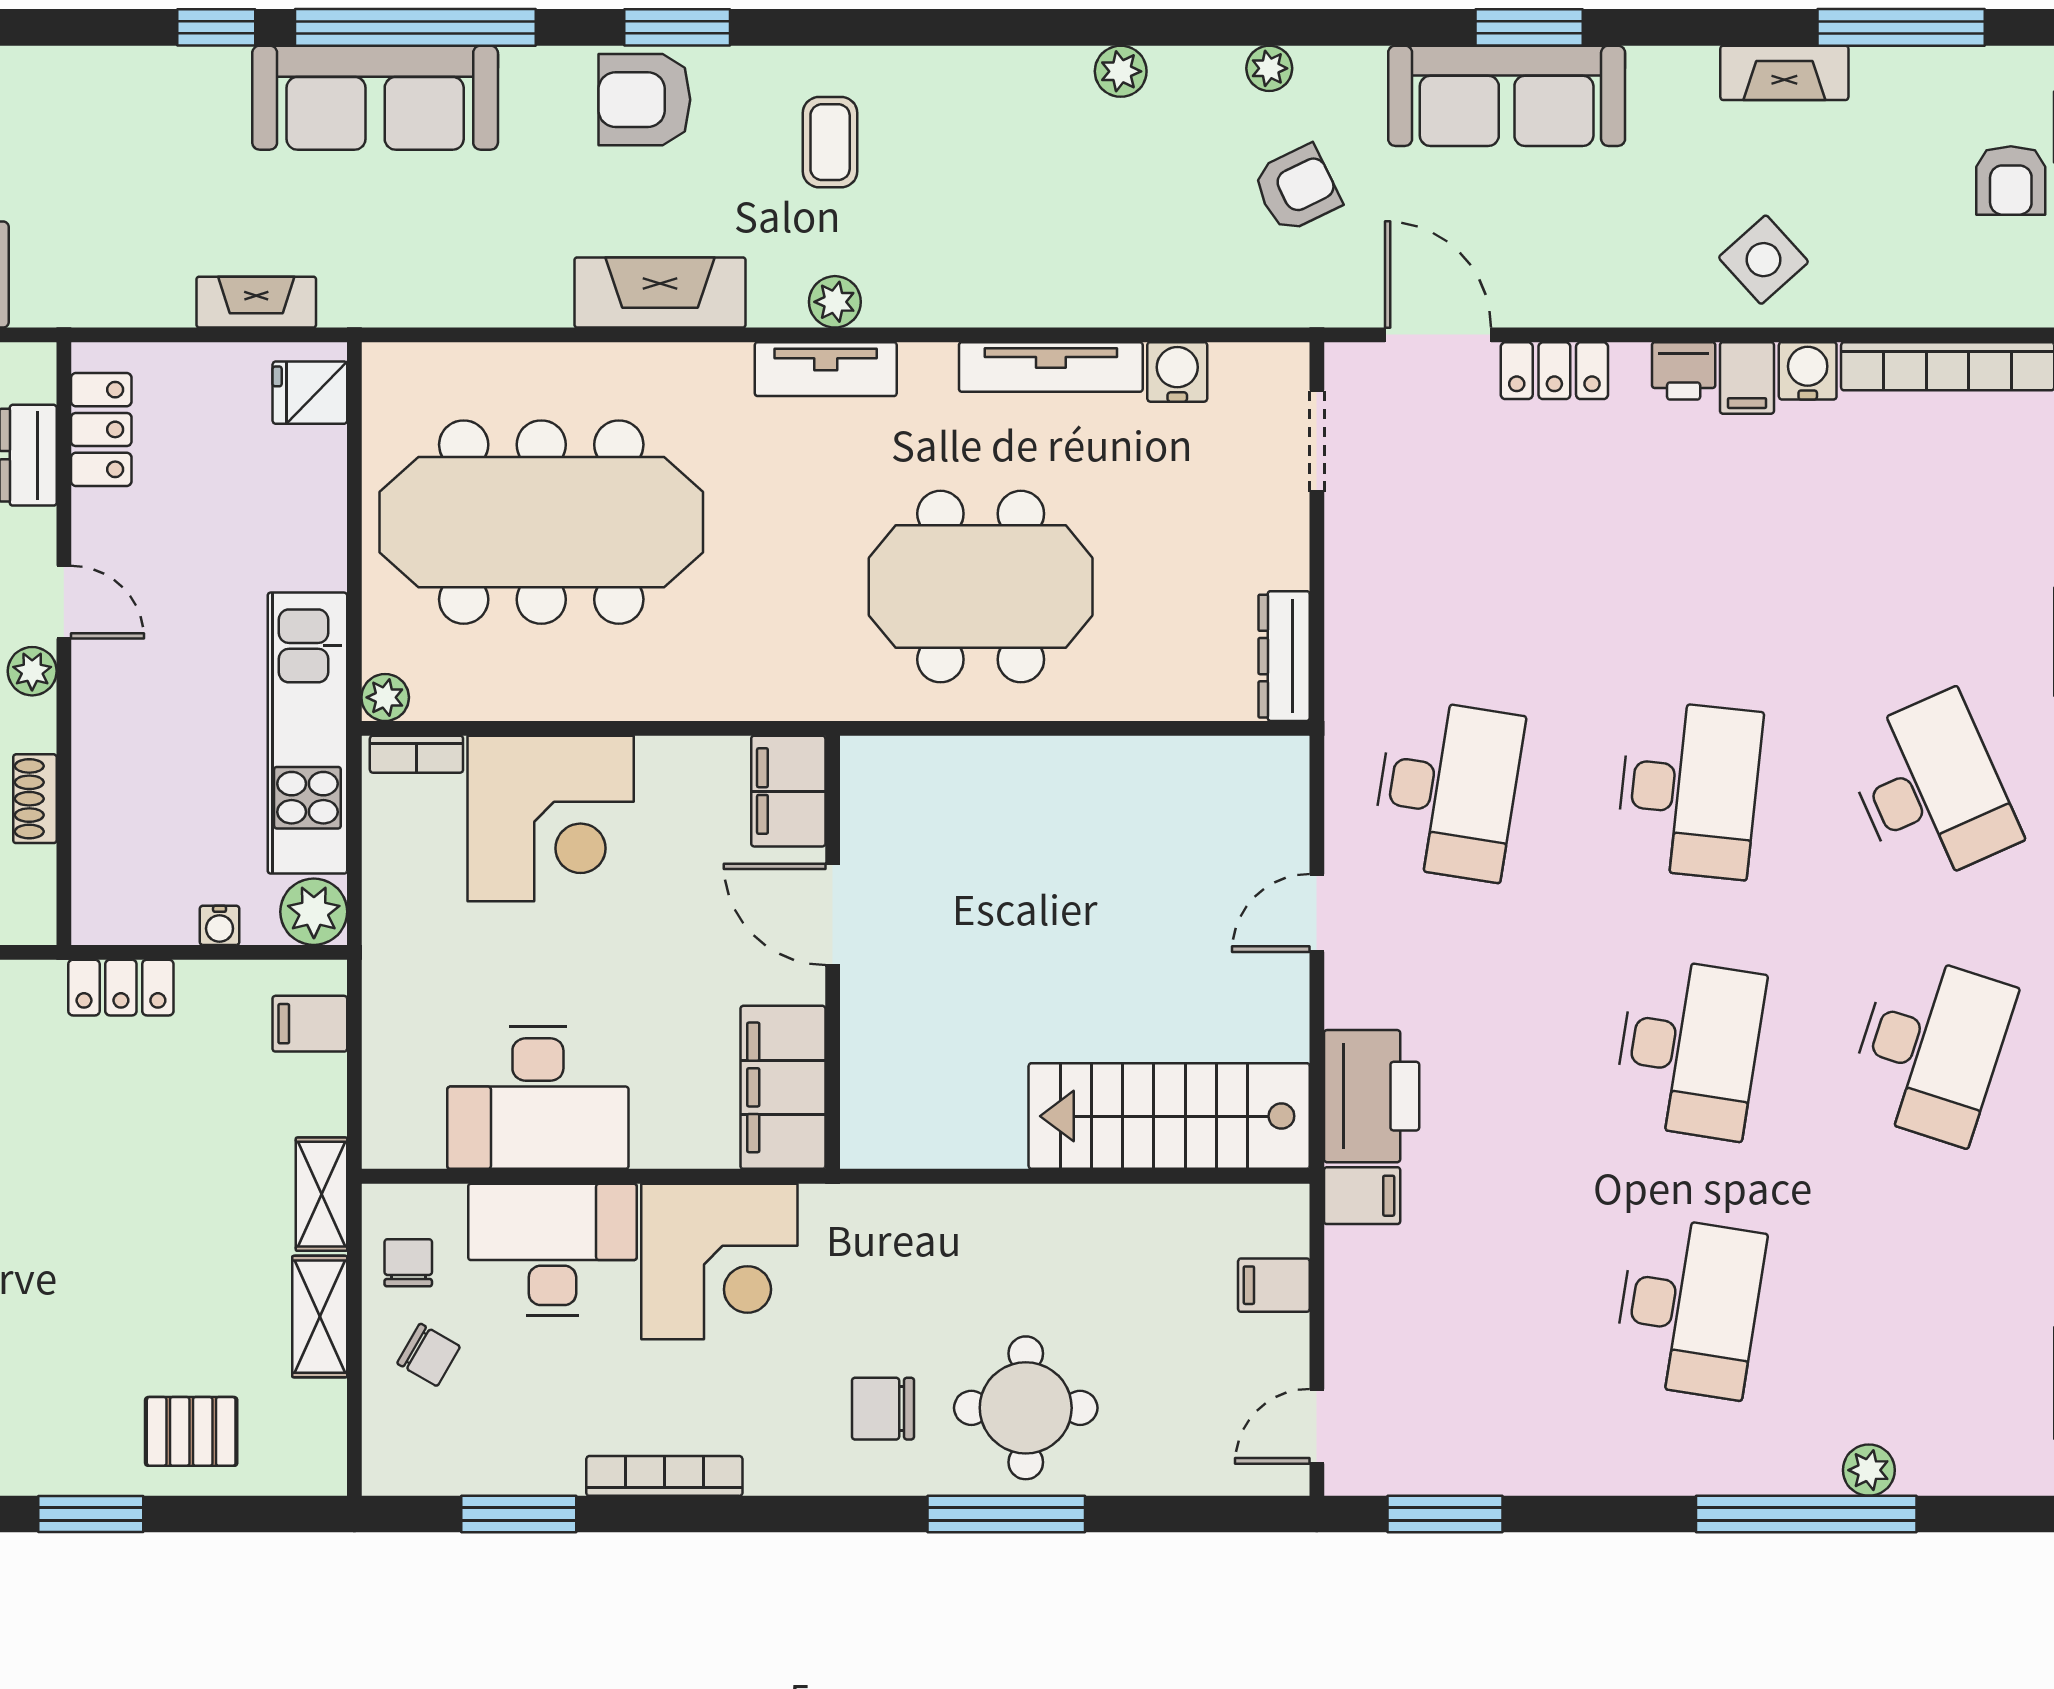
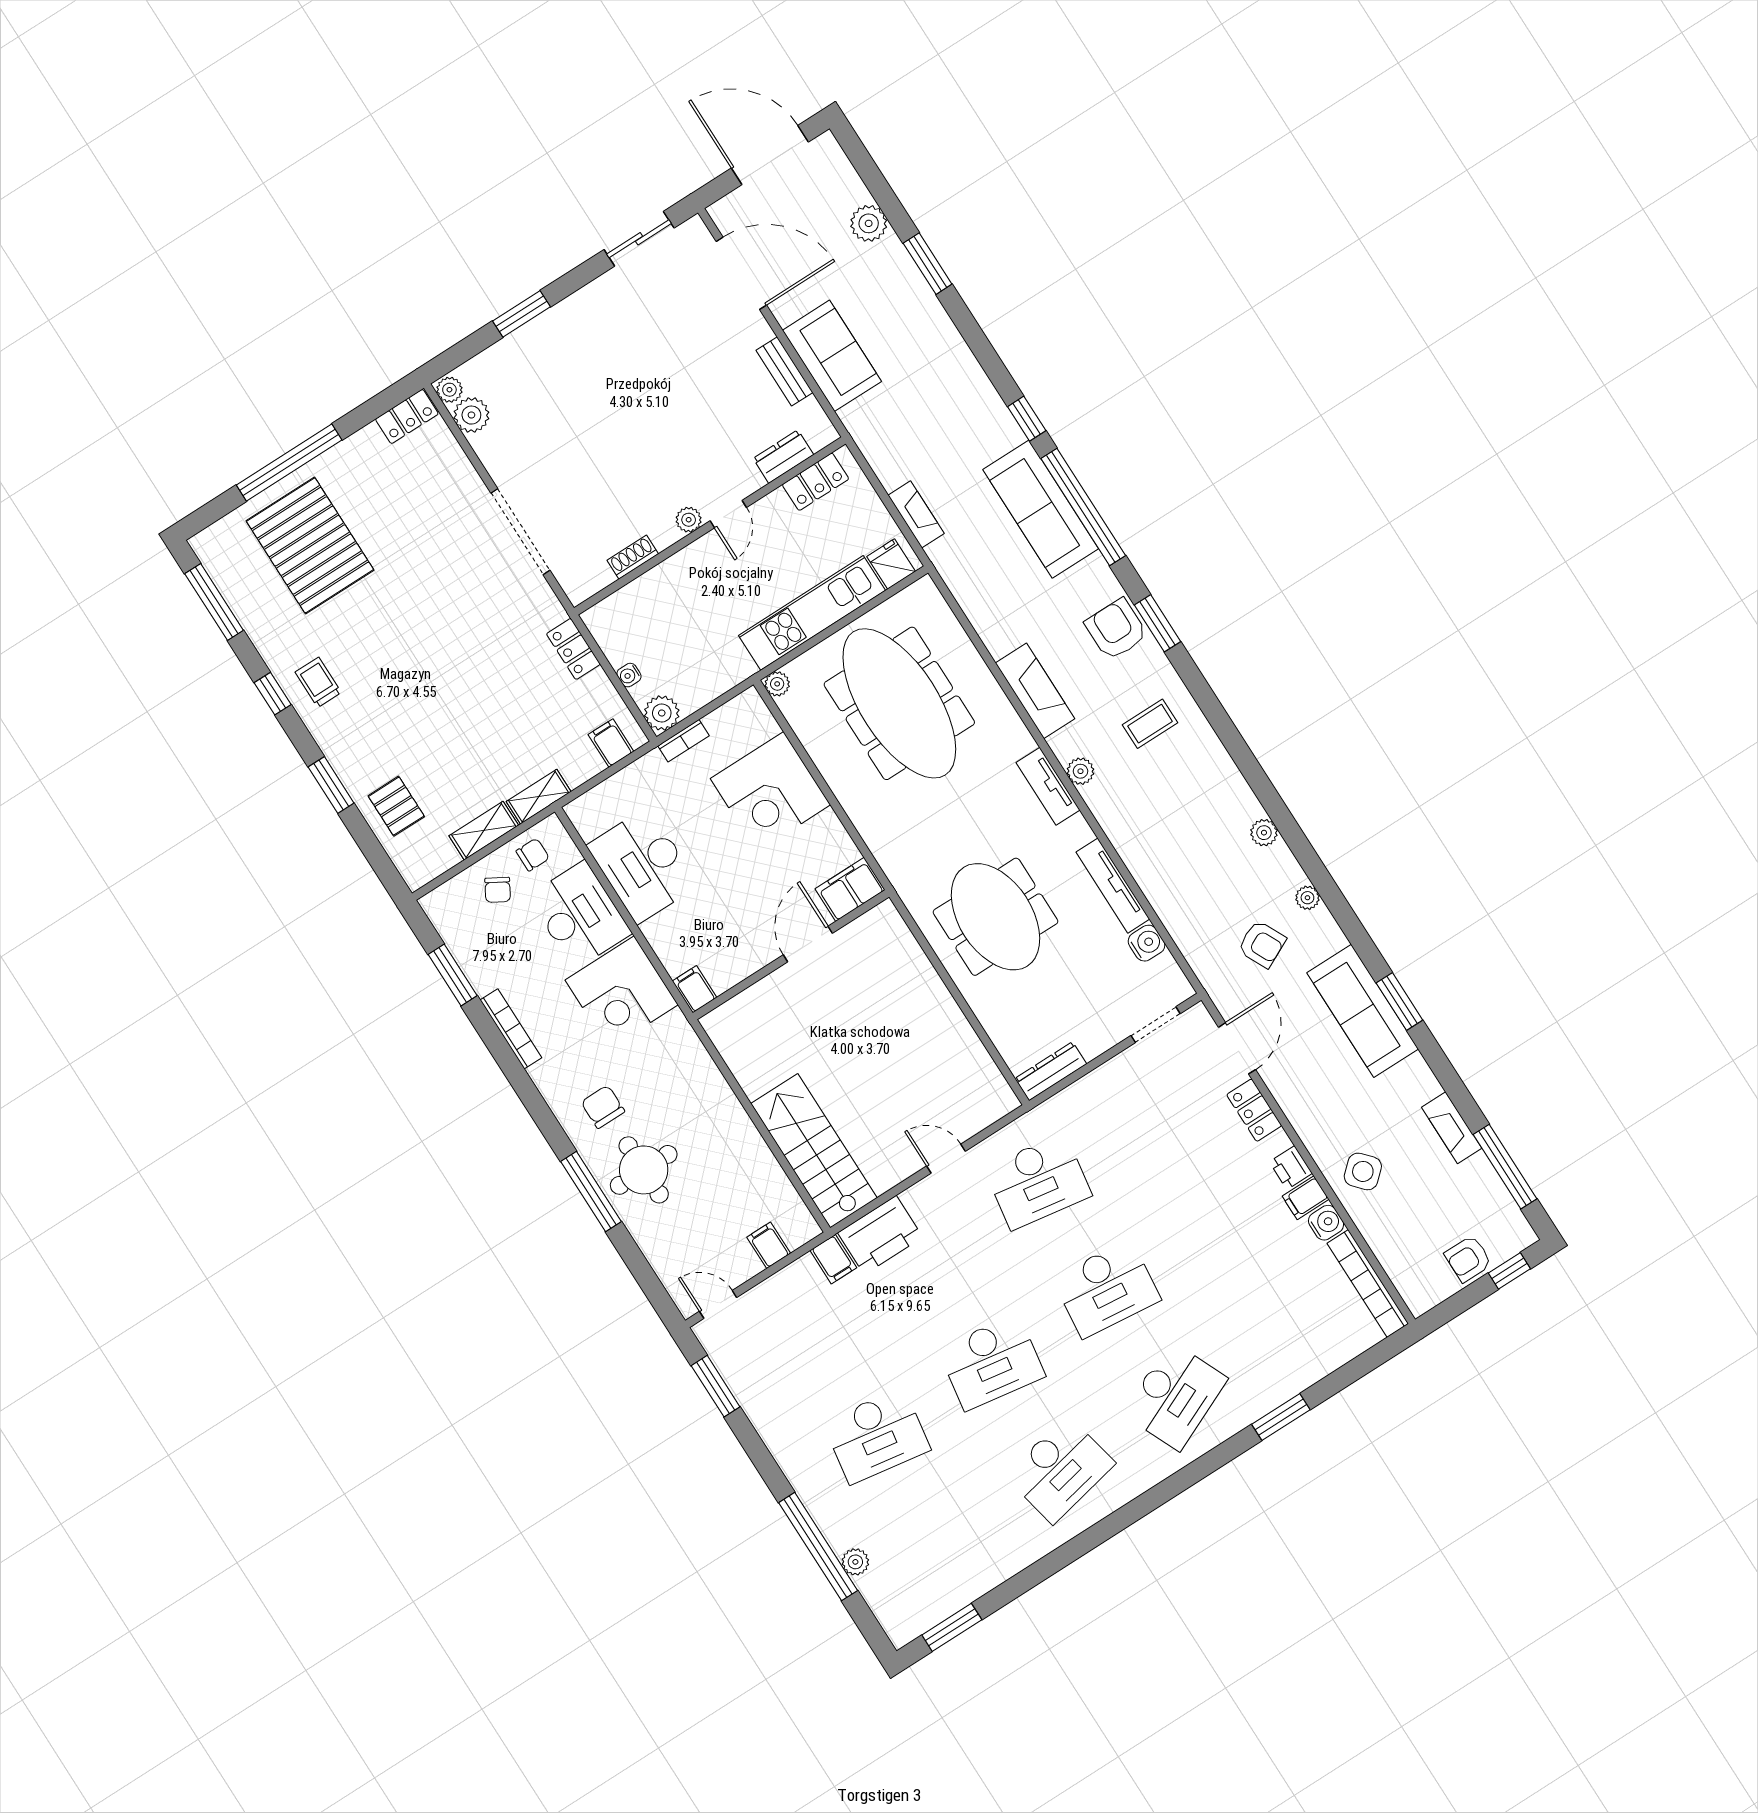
kitchen unit: (307, 733) -> (812, 613), moved
bookcase: (416, 754) -> (683, 741), moved, turned -90
desk: (1931, 1048) -> (1060, 1470), turned -30
filing cabinet: (783, 1087) -> (695, 989), width x0.33, depth x0.86

